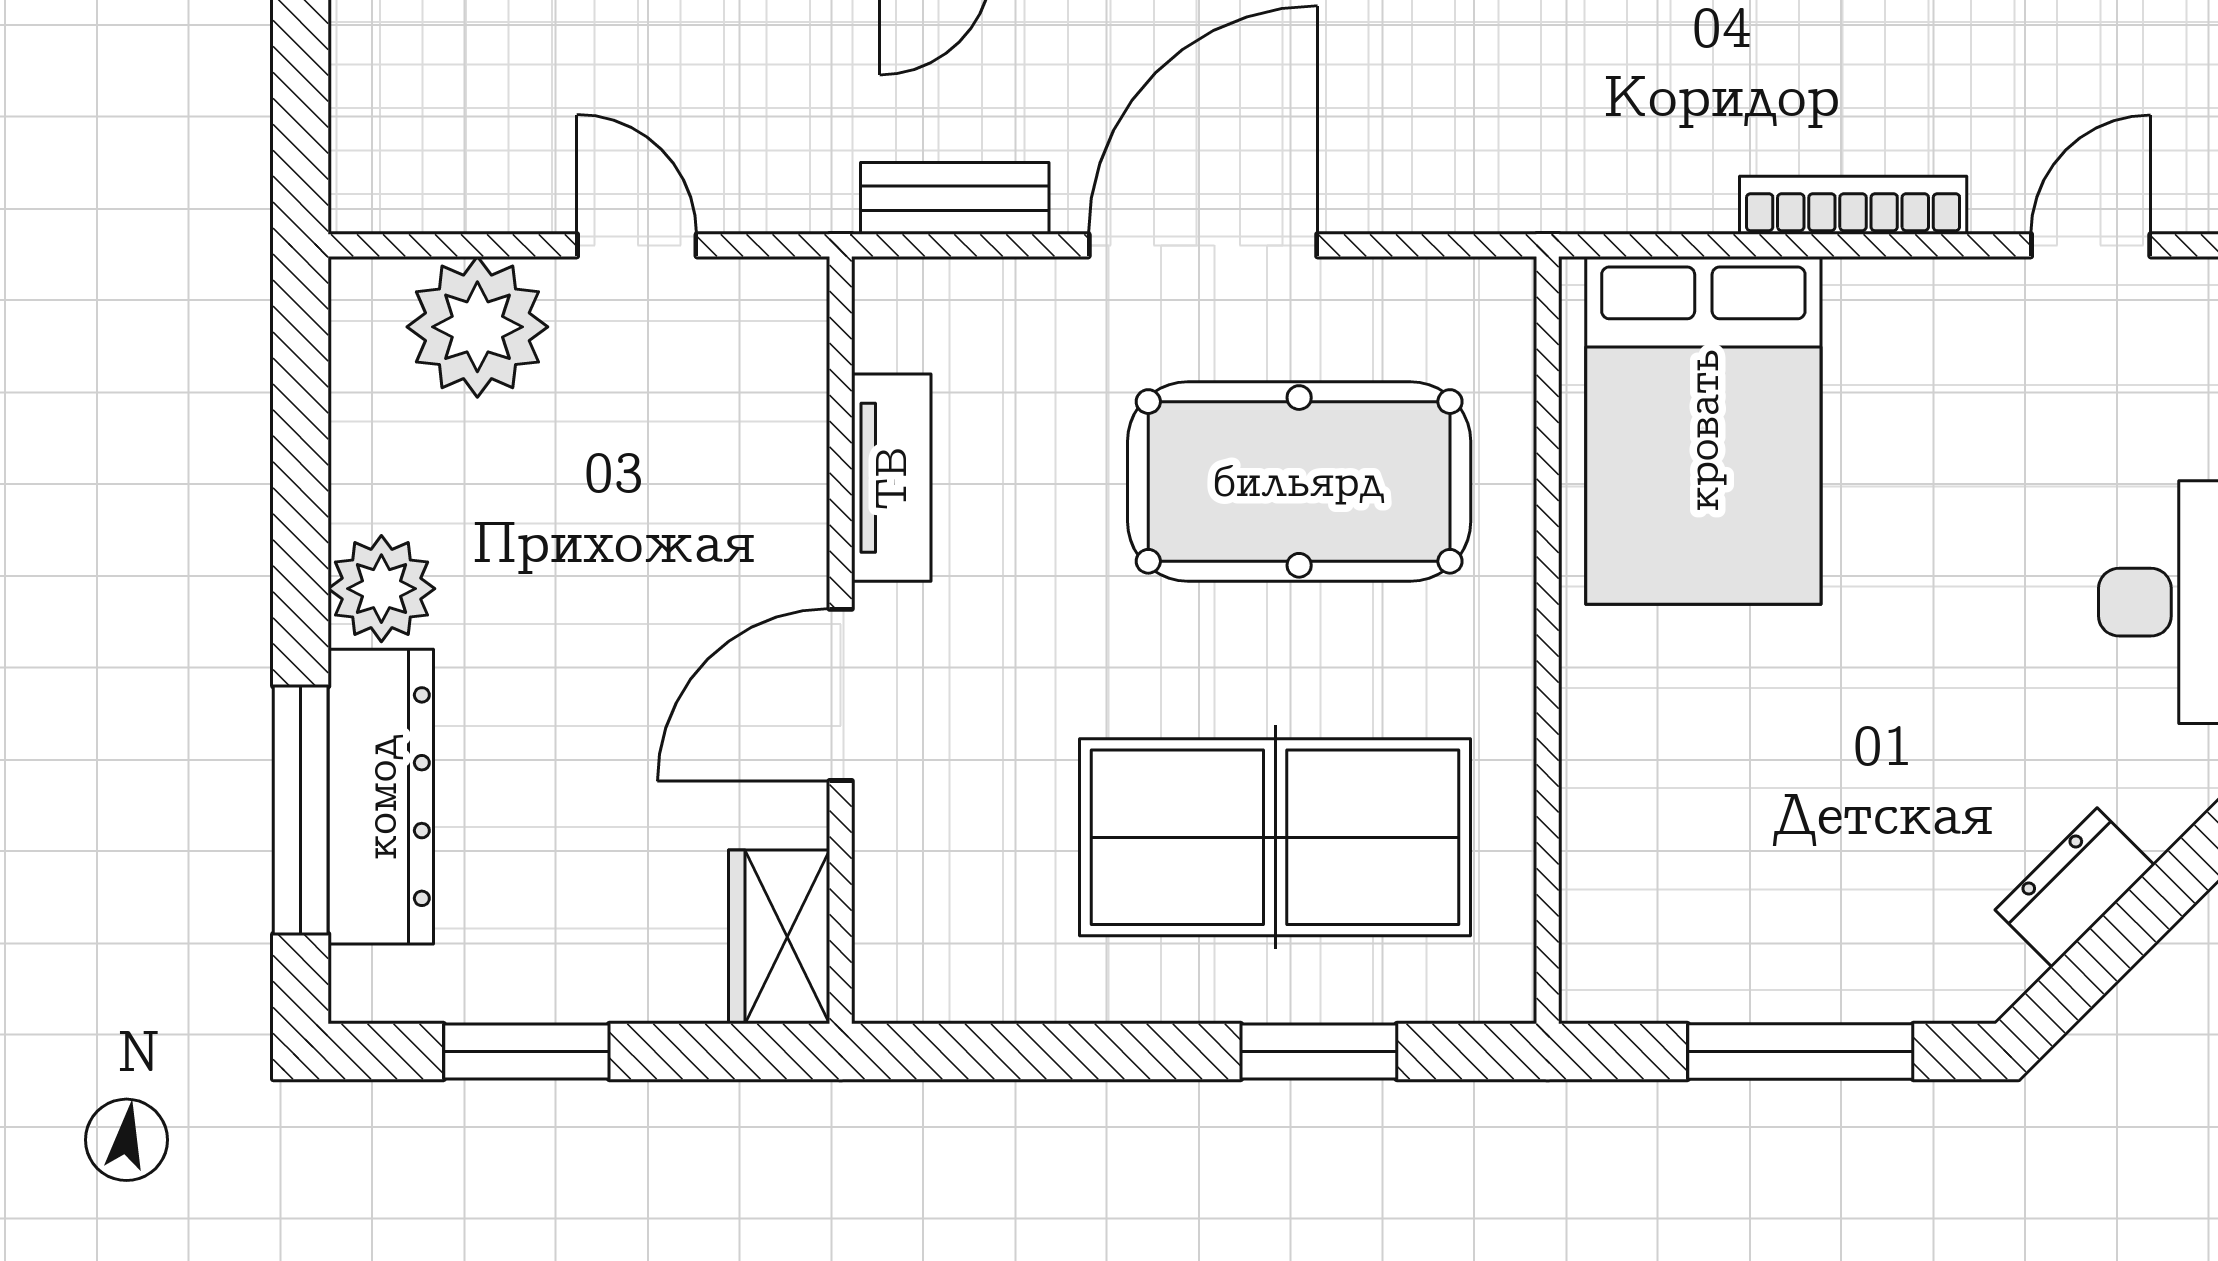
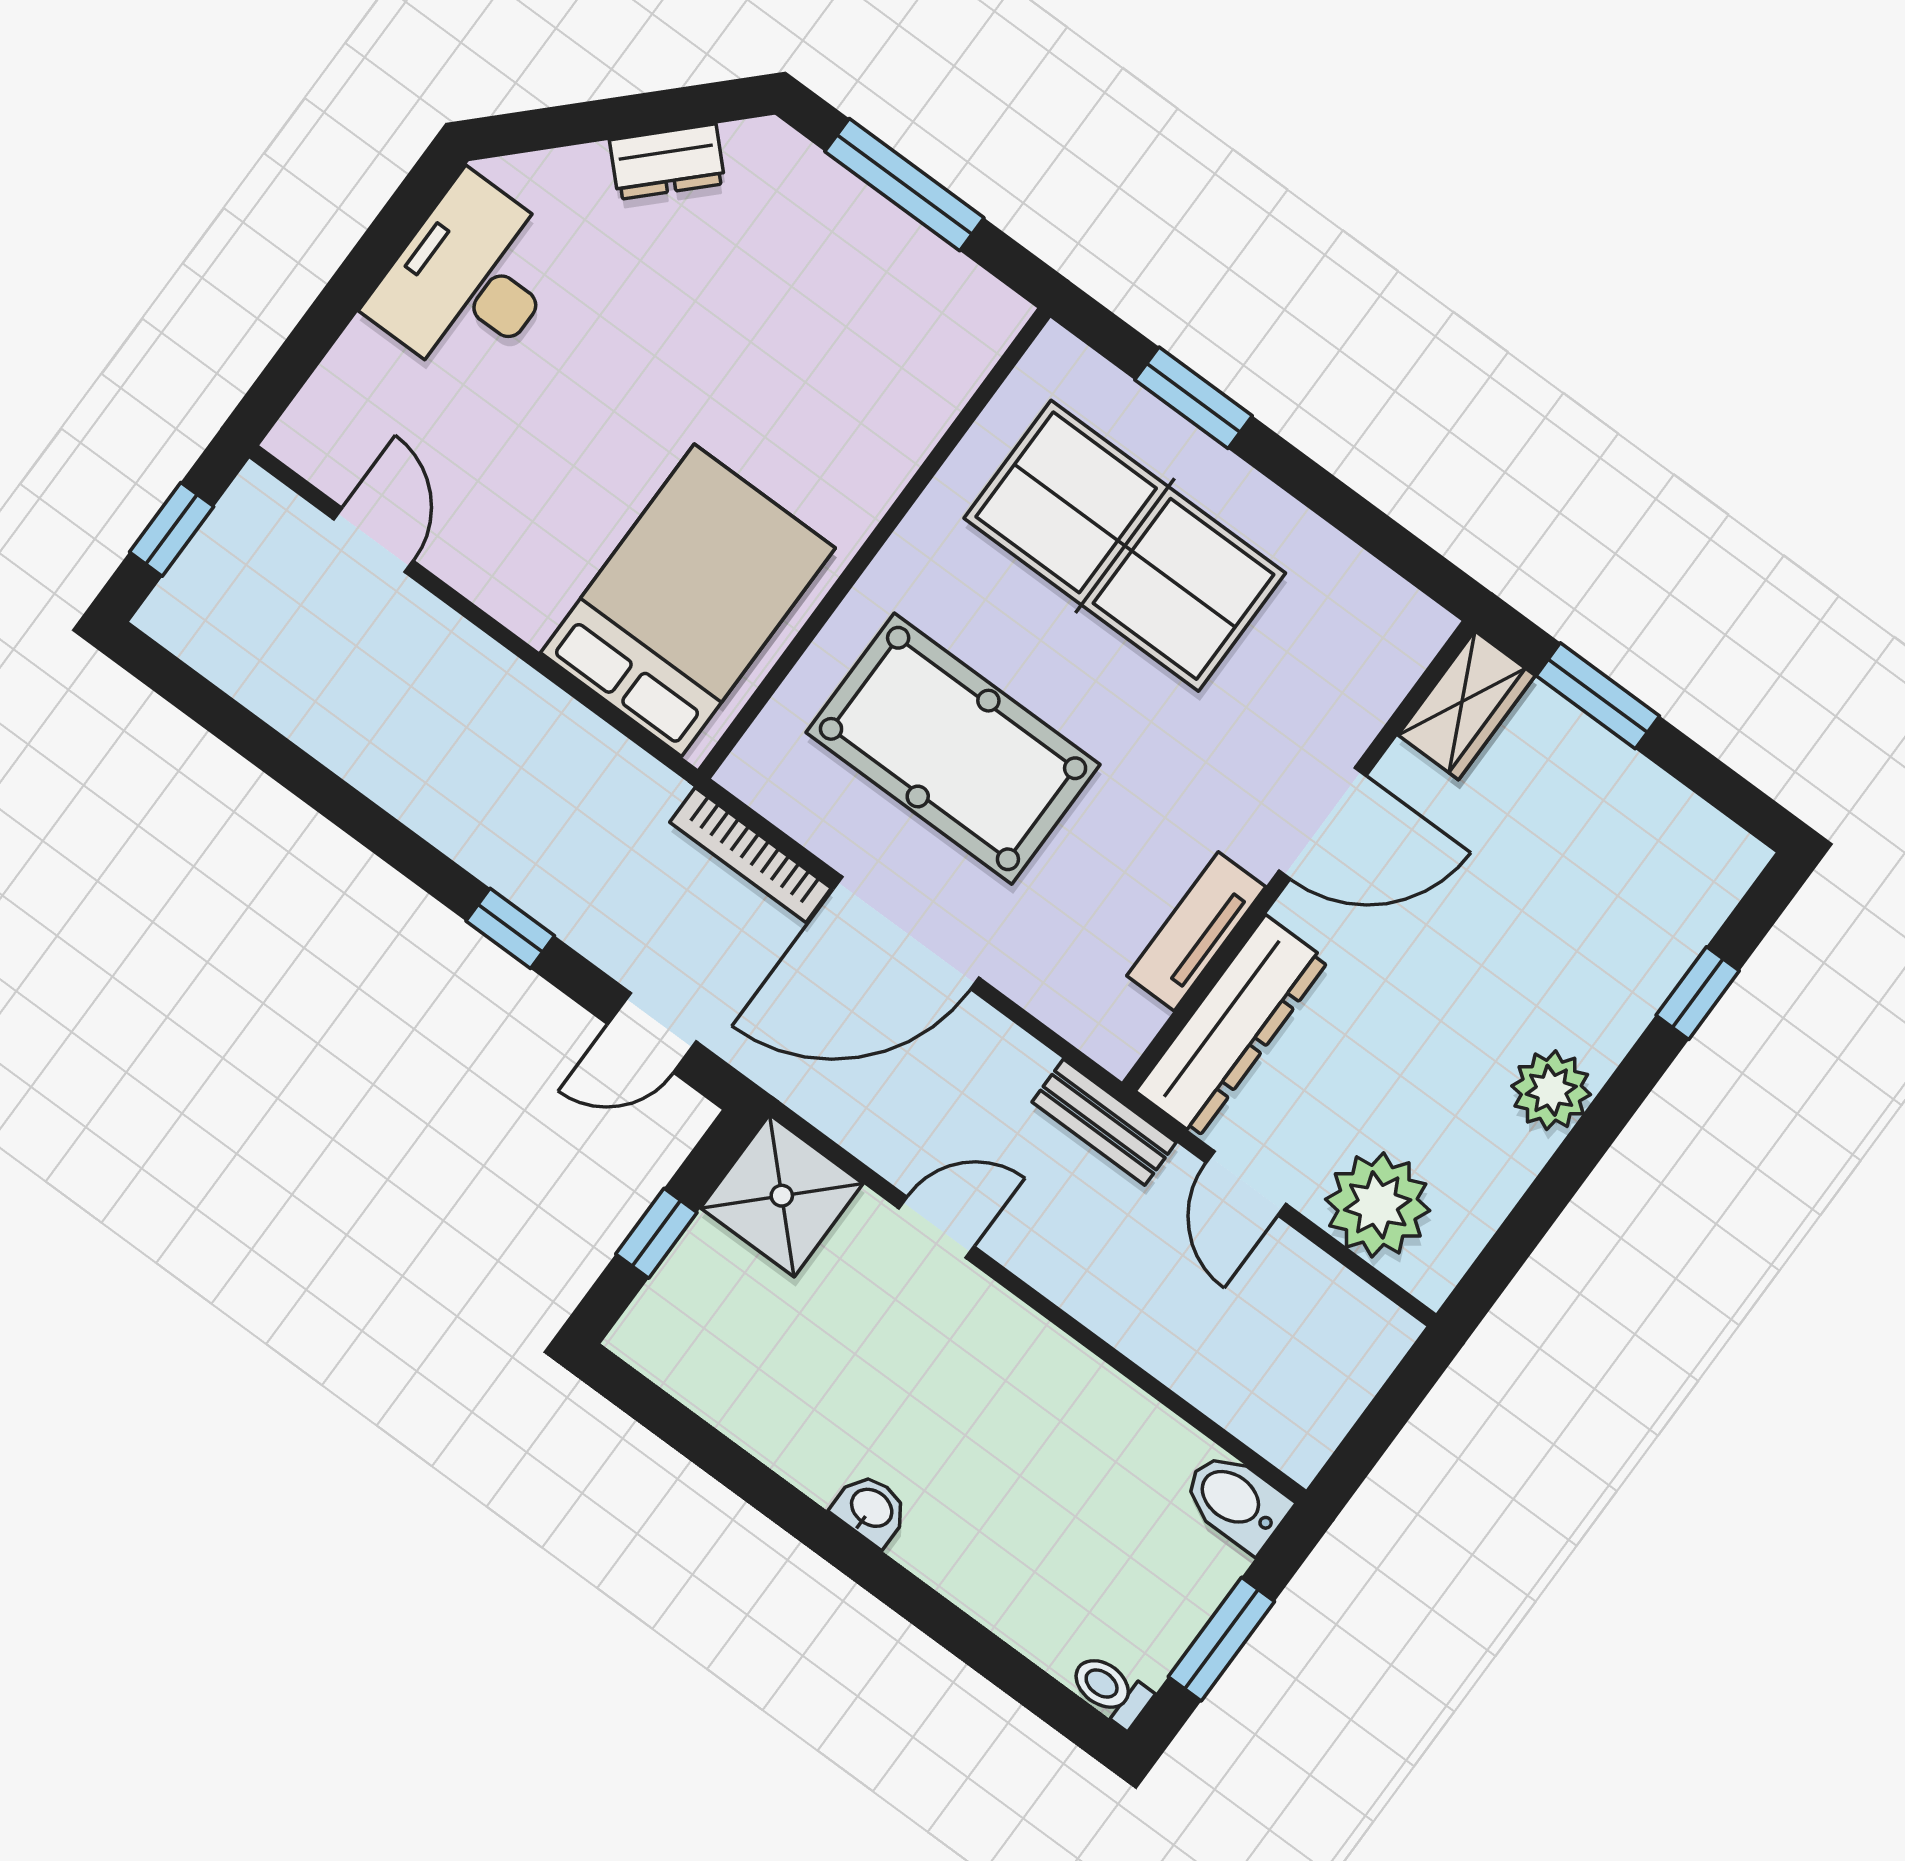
bench: (955, 198) -> (1104, 1122), moved
bookcase: (1853, 205) -> (751, 855), moved
door: (2091, 245) -> (373, 540), swing flipped
dresser: (381, 797) -> (1232, 1026), moved, turned 180
window: (301, 810) -> (1698, 993), width x0.46
window: (526, 1052) -> (1598, 696), moved

